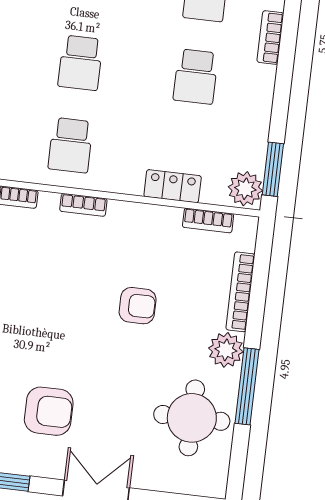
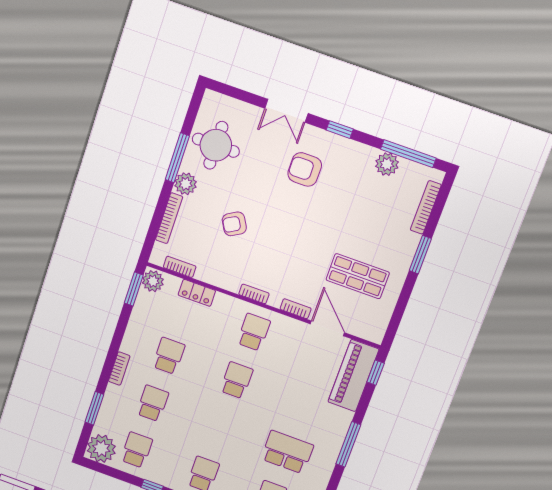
armchair: (138, 306) -> (234, 224), turned -30

